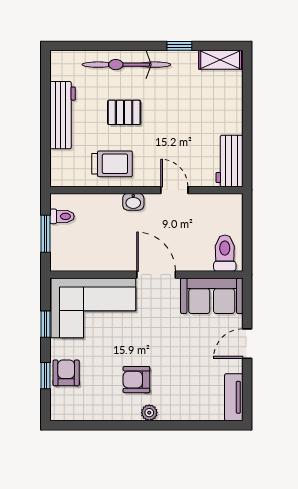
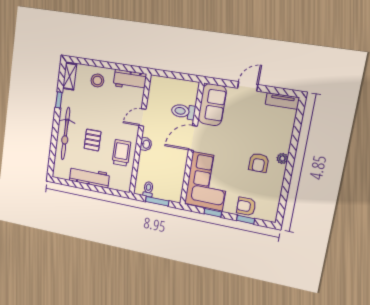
stool: (221, 108) -> (97, 80), added
toilet: (225, 253) -> (183, 111), moved
door: (247, 344) -> (248, 86), swing flipped

